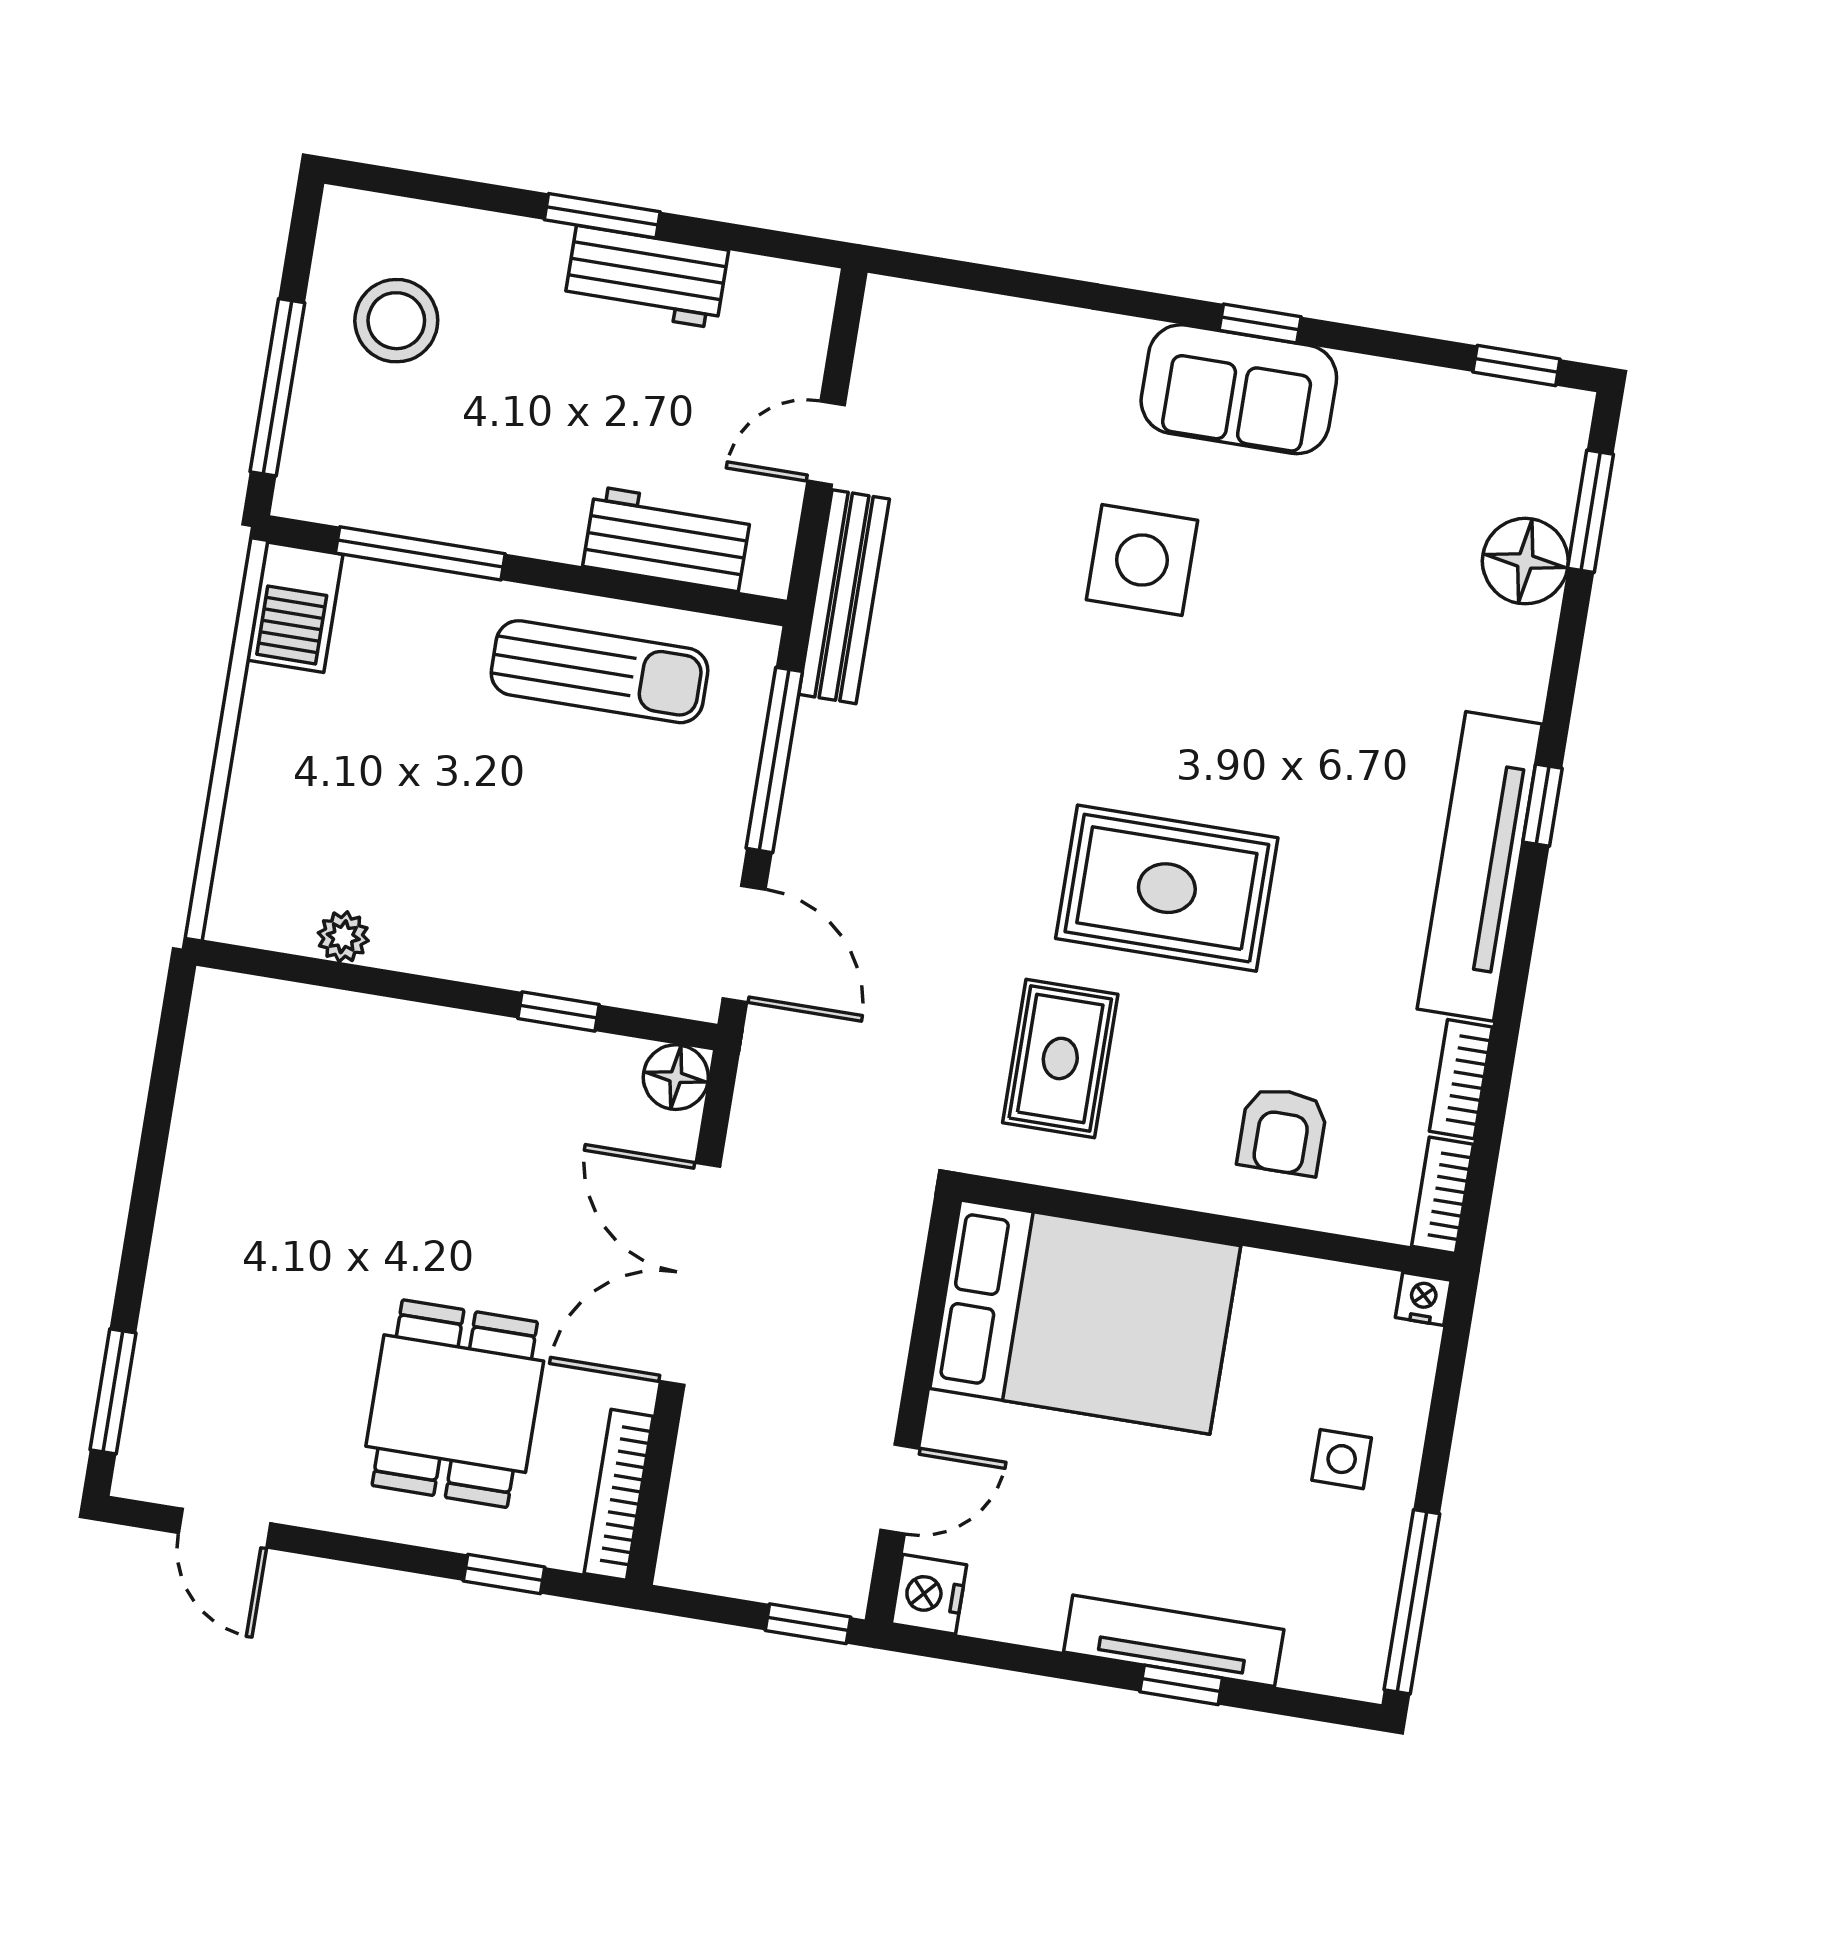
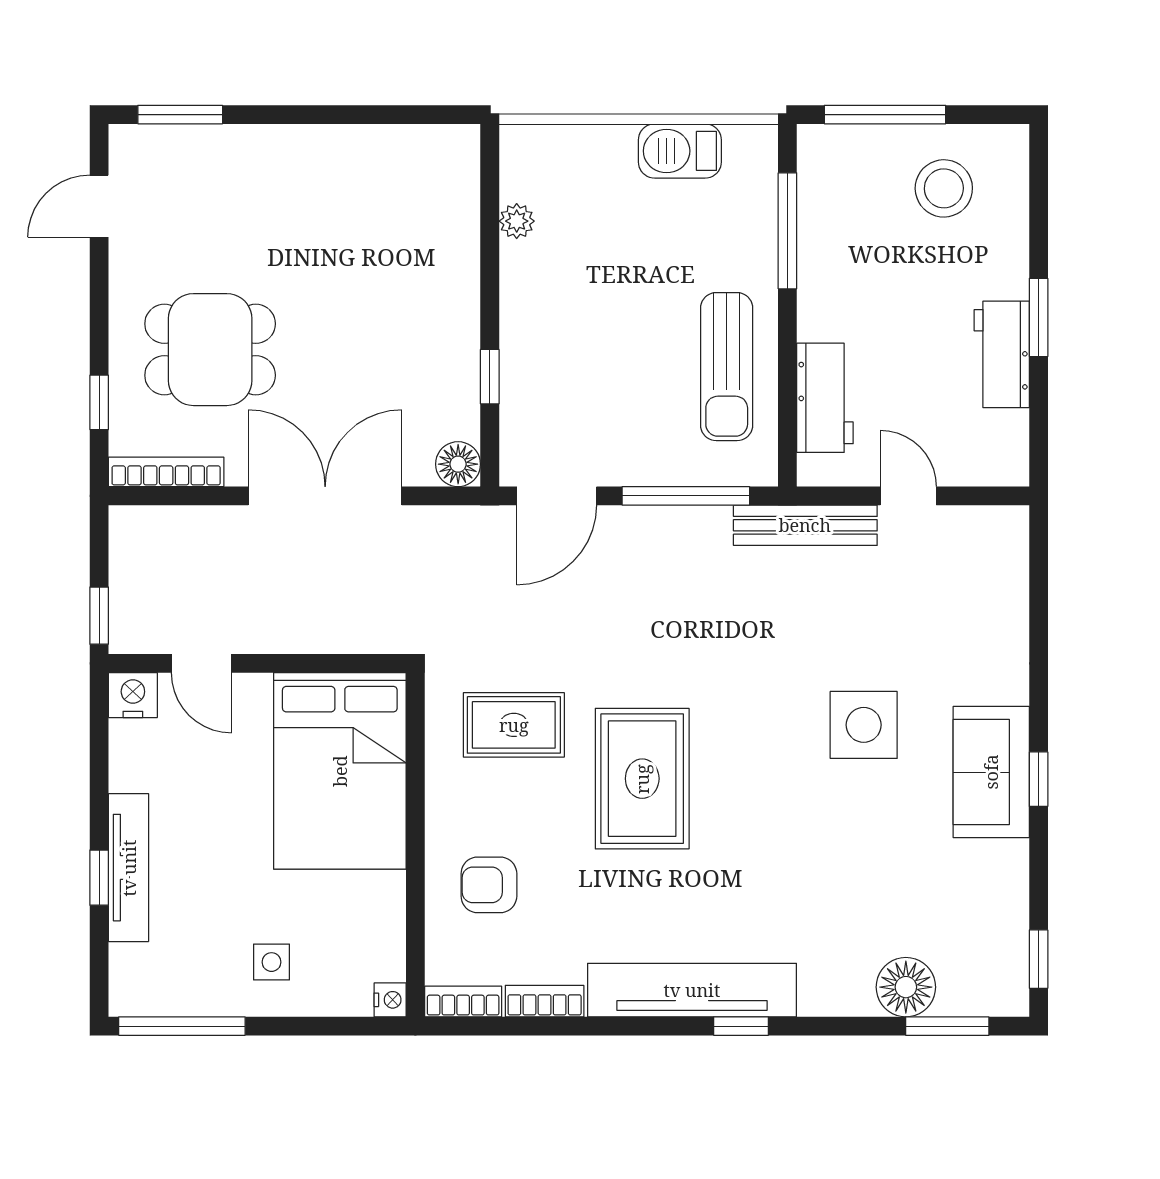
barbecue: (295, 607) -> (680, 151), moved

